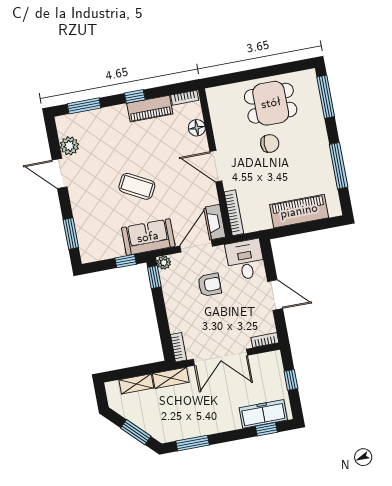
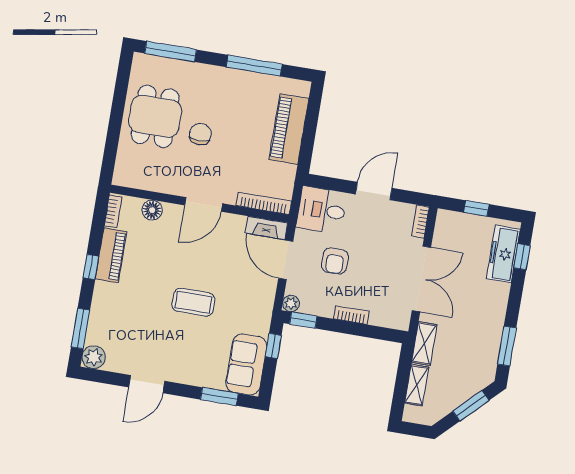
plant: (69, 146) -> (94, 357), moved
coffee table: (137, 186) -> (193, 302), turned 62
sofa: (148, 237) -> (246, 364), moved
armchair: (209, 285) -> (335, 261), turned 180
bookcase: (178, 347) -> (351, 315), moved

